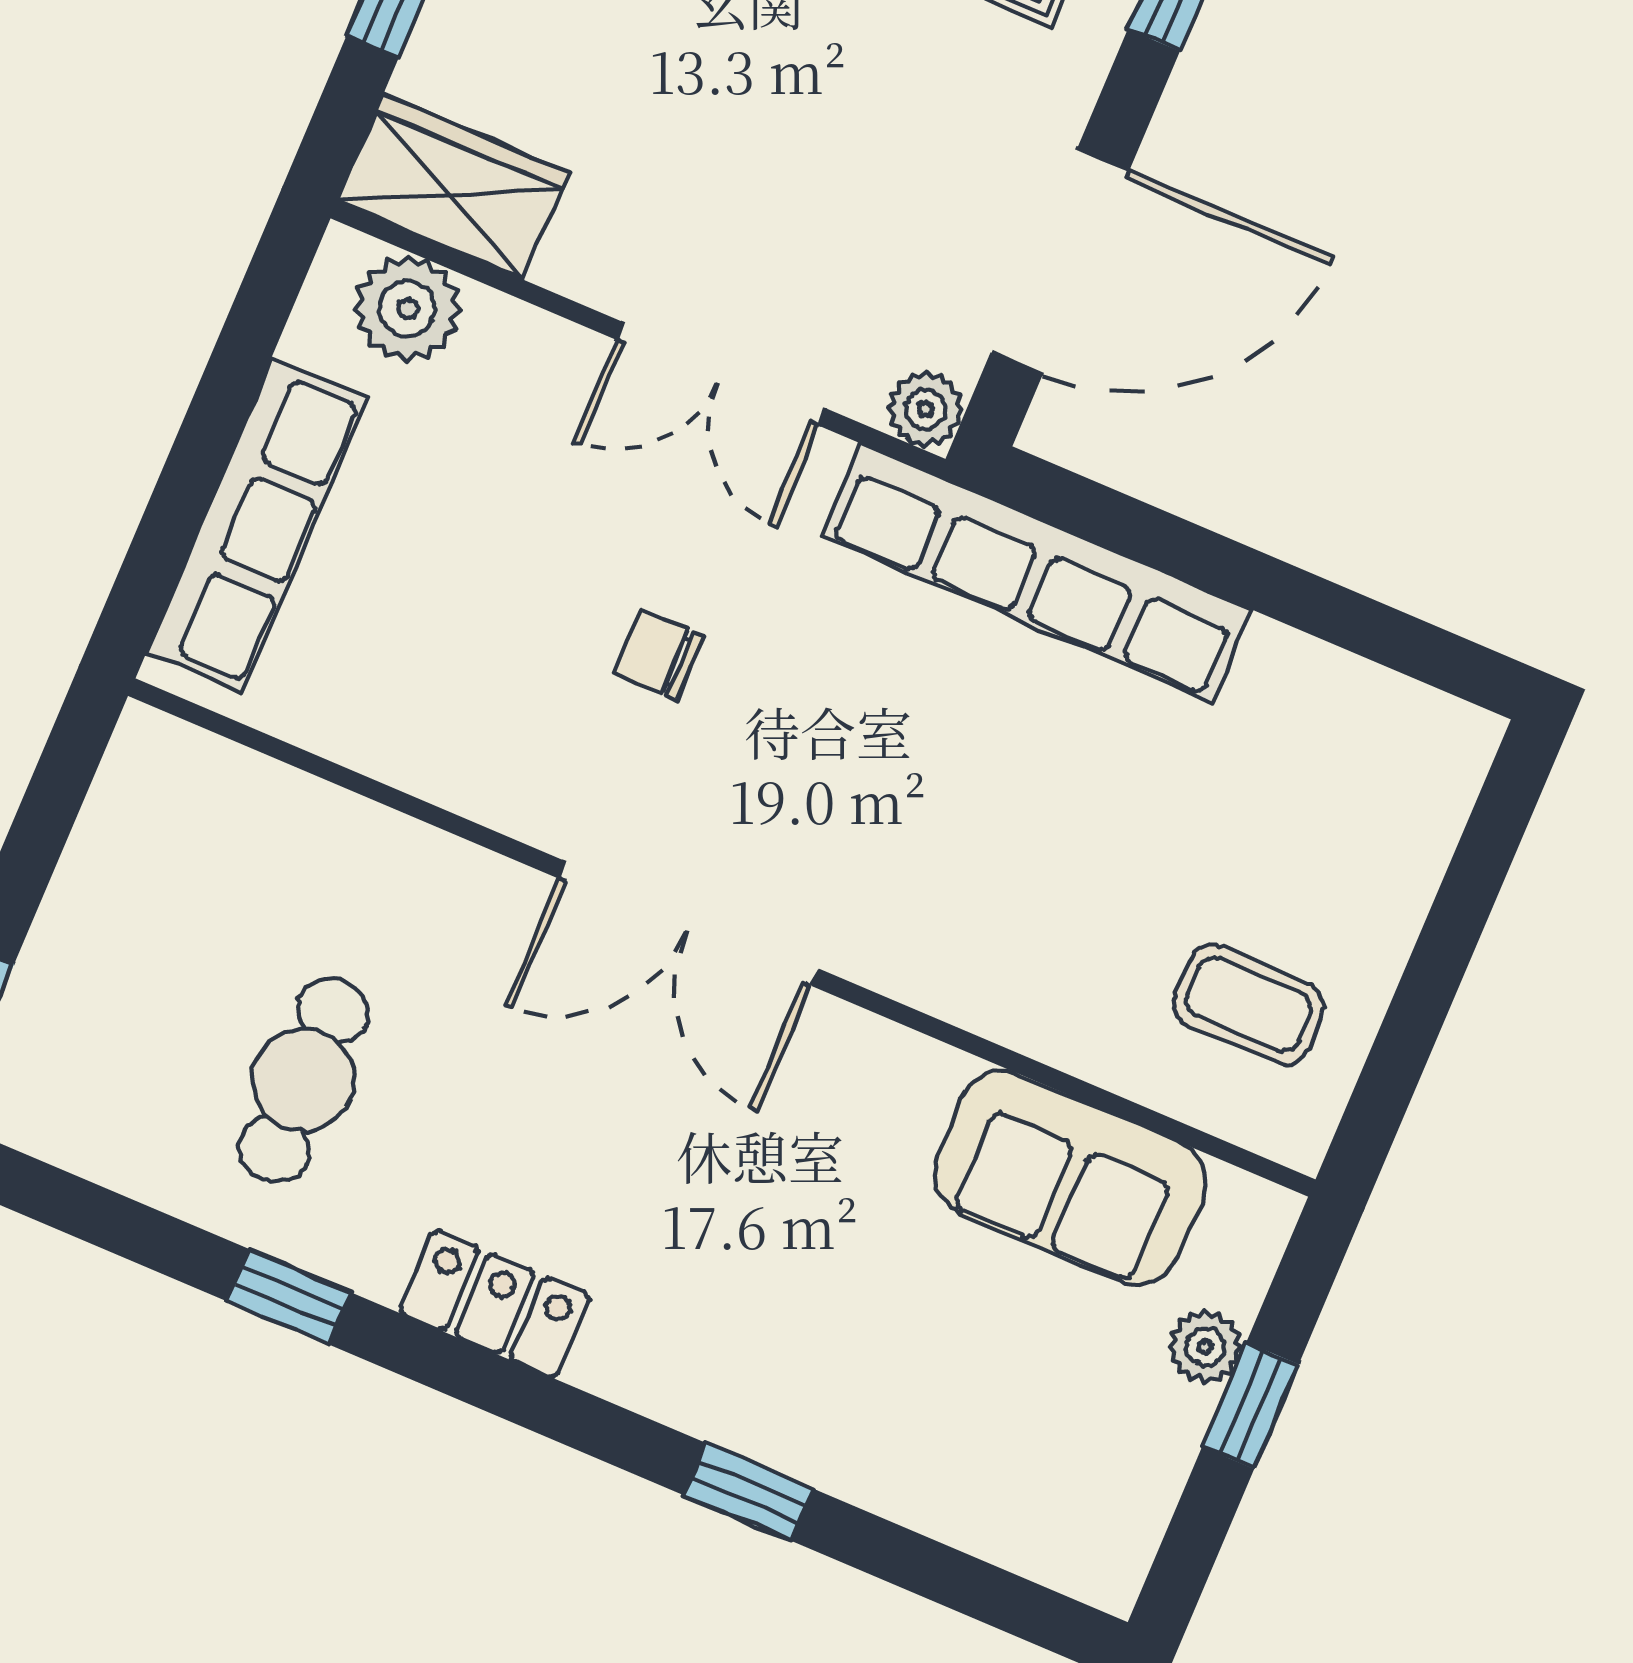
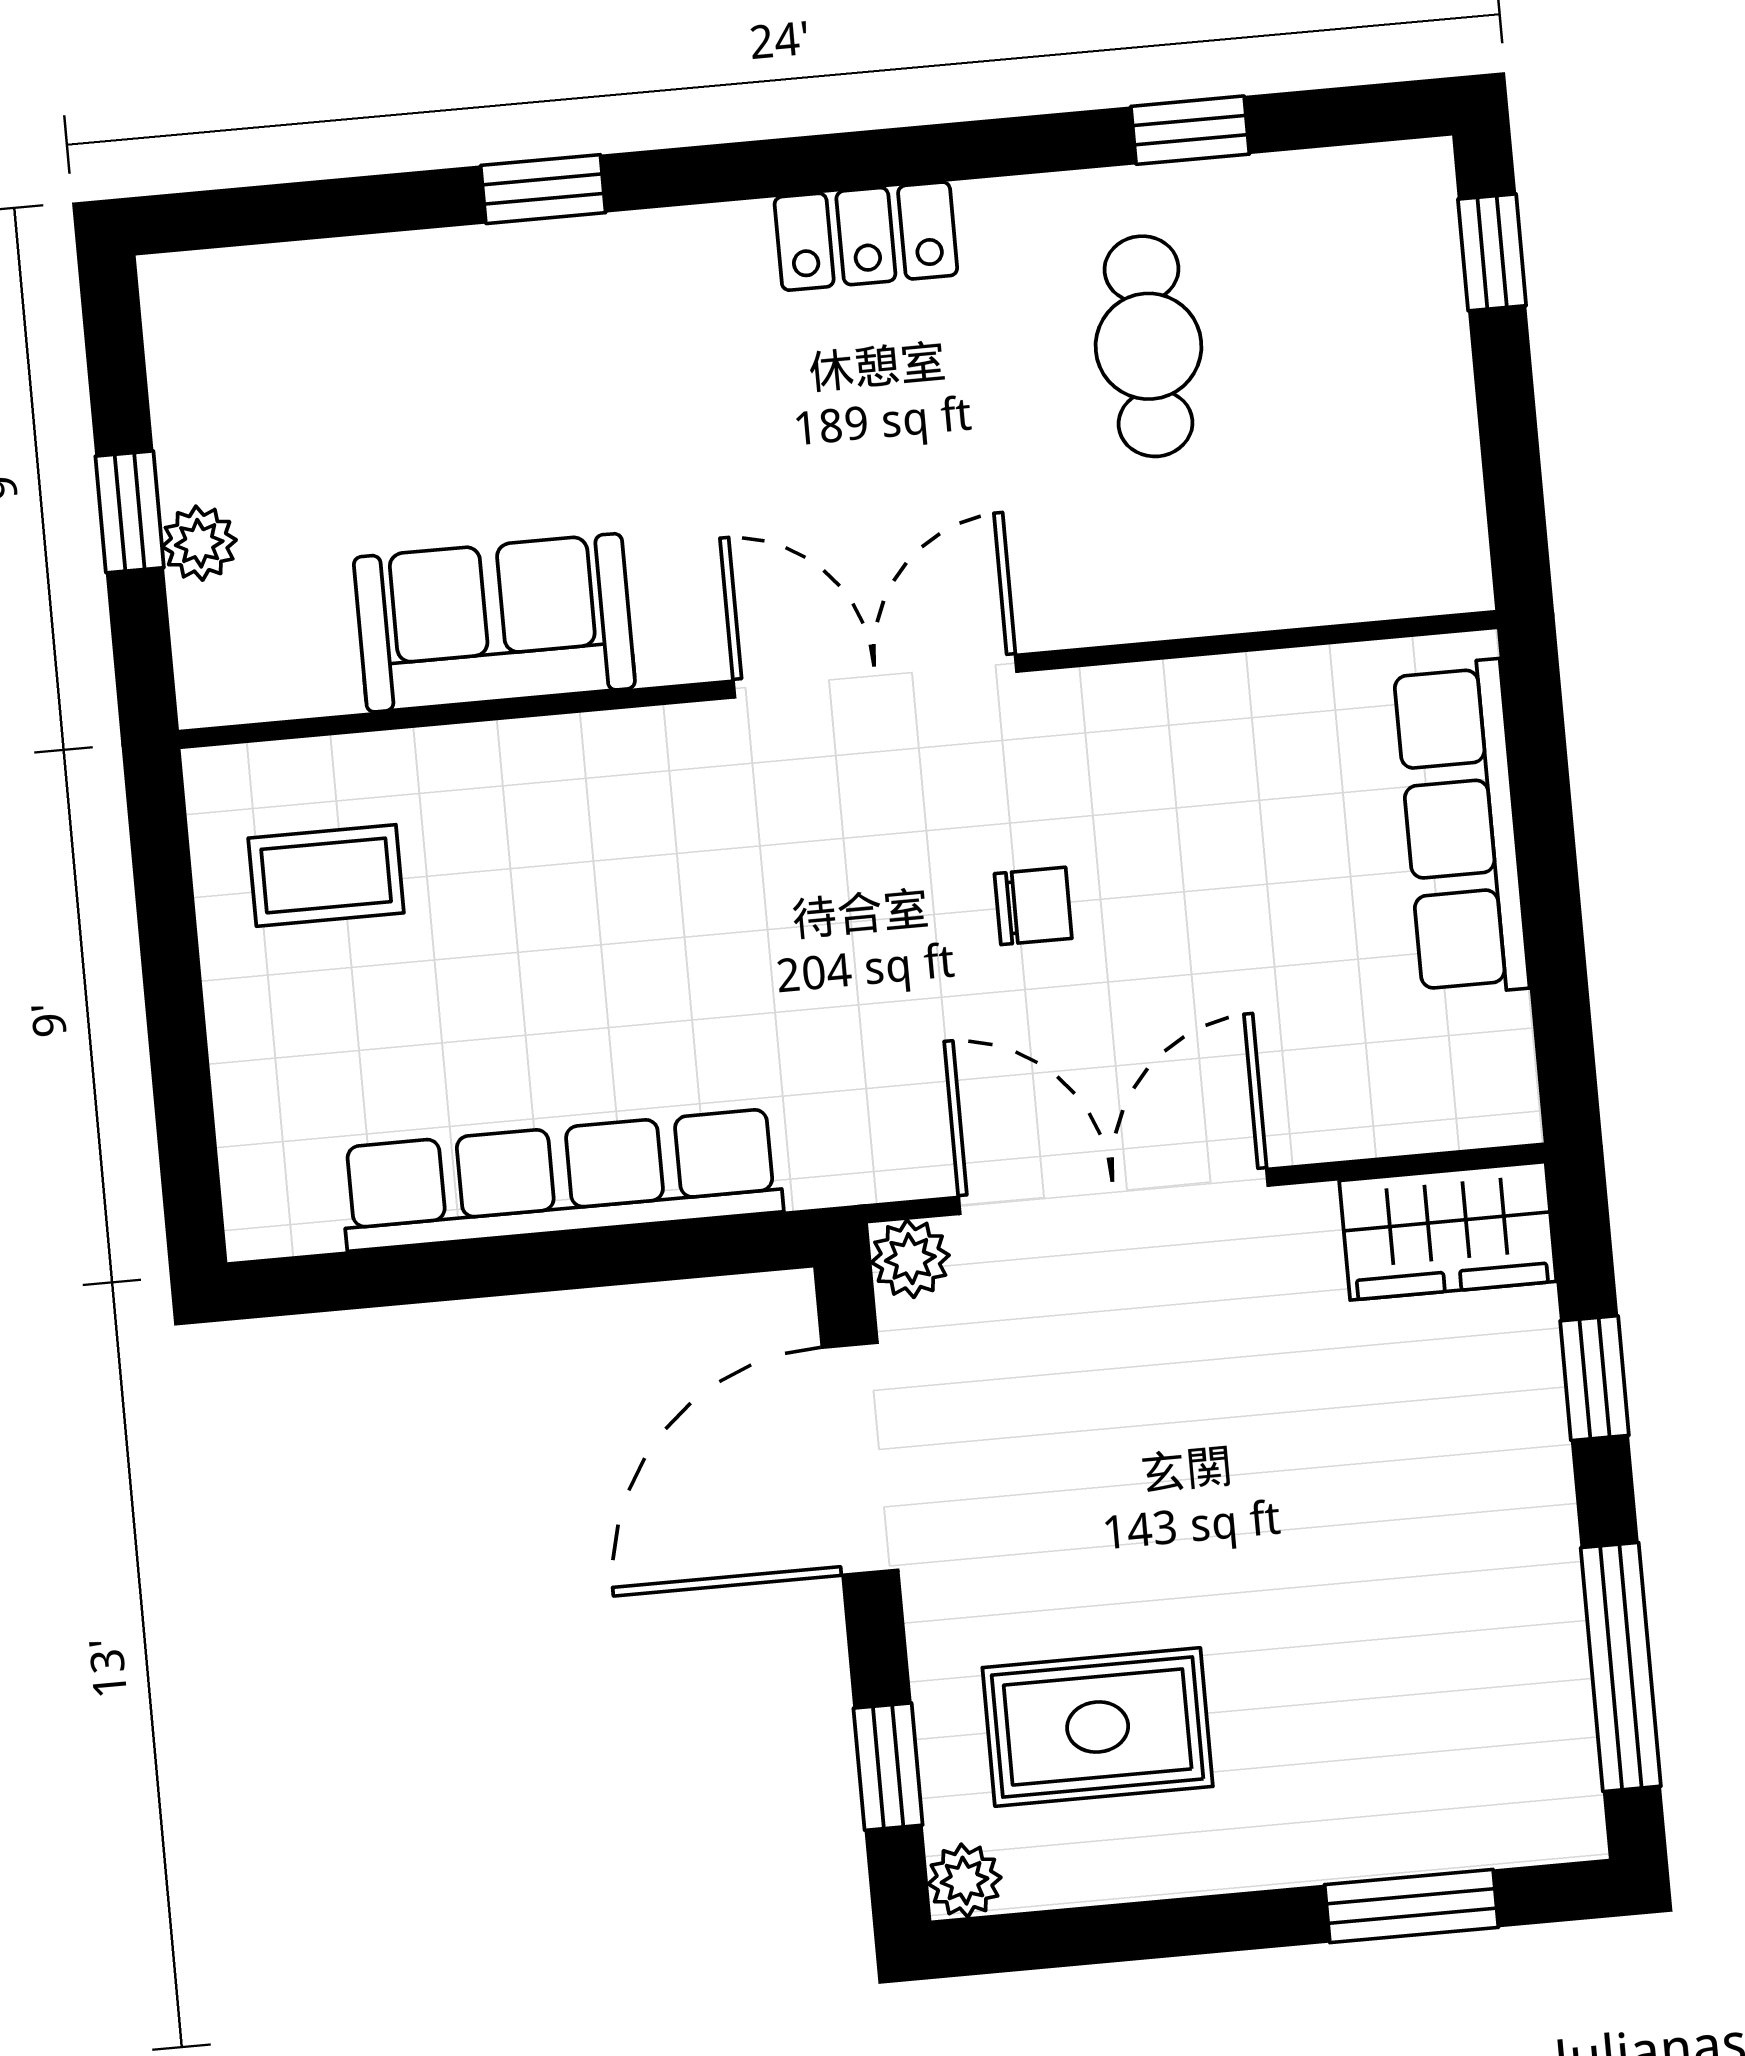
plant: (407, 309) -> (1430, 1098), removed
double door: (721, 374) -> (1113, 1191), width x1.37
row of seats: (1036, 573) -> (561, 1180), moved
sofa: (1070, 1178) -> (494, 623), moved
window: (289, 1297) -> (1190, 130), moved

